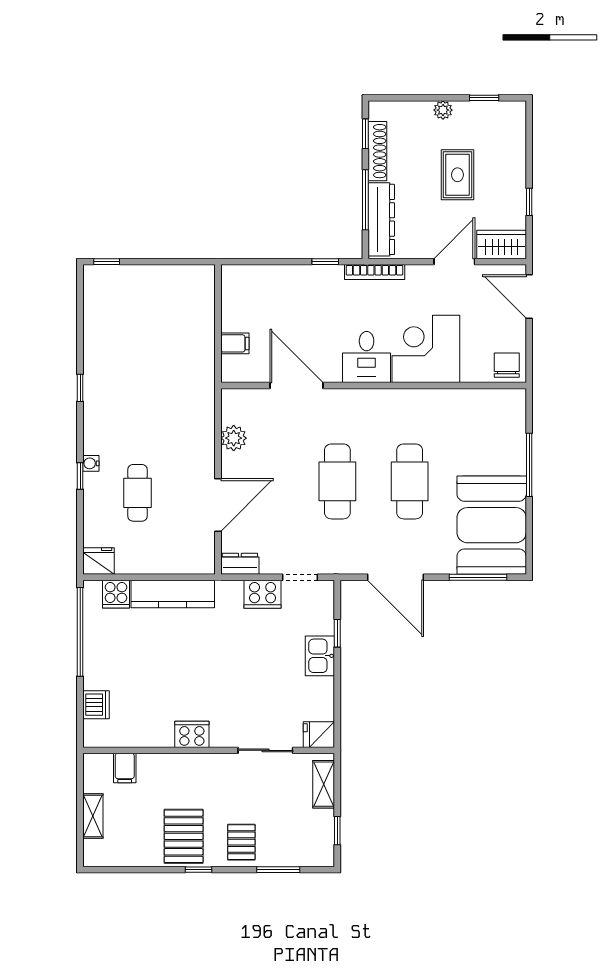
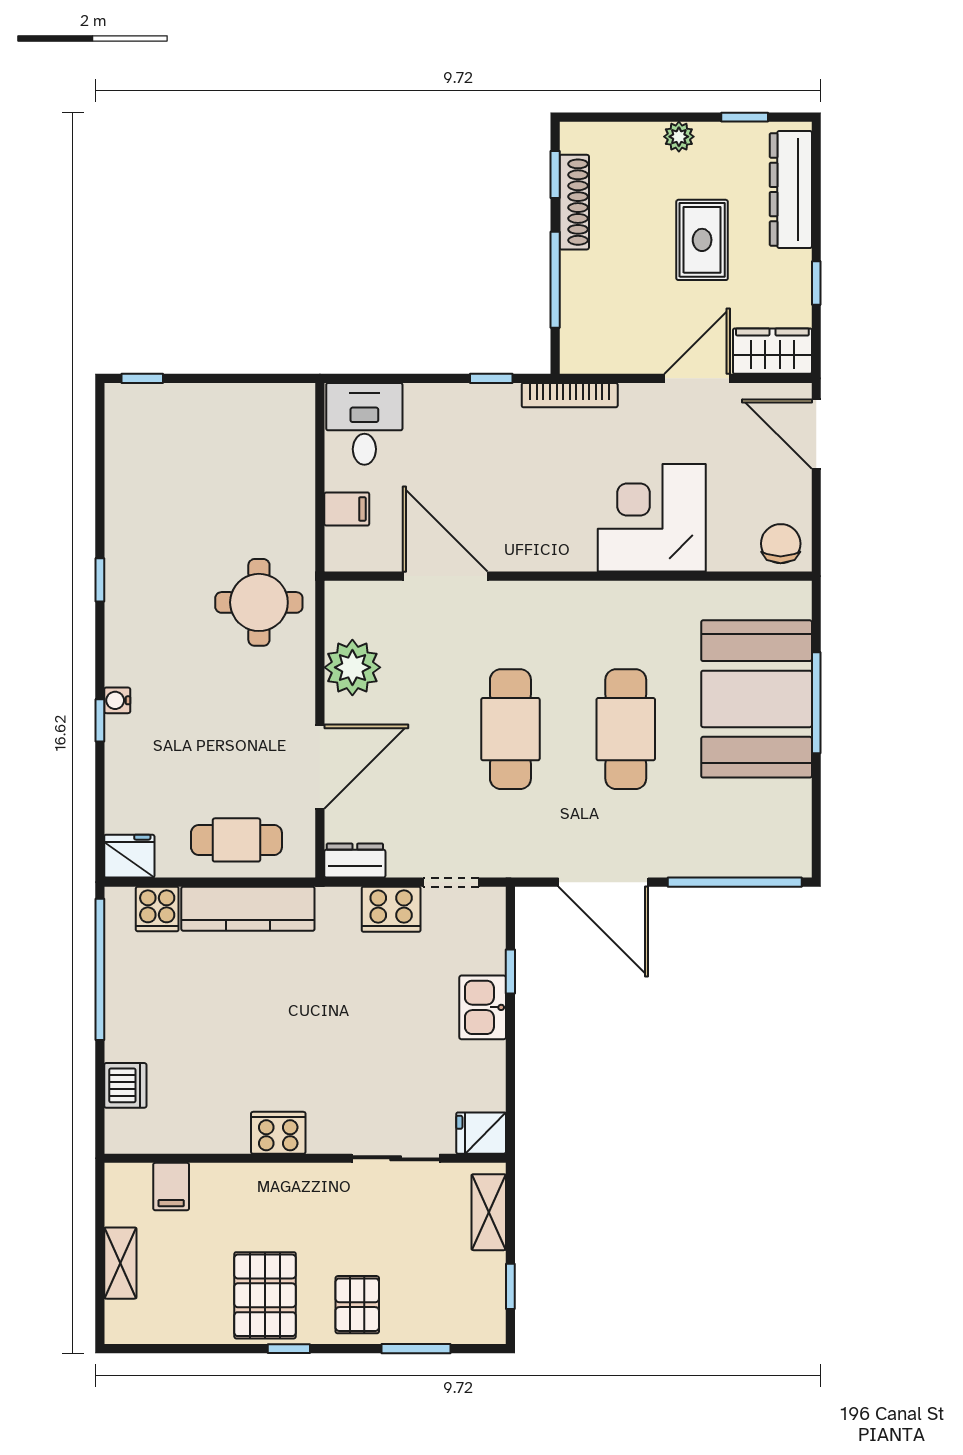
dresser: (381, 219) -> (791, 189), moved, turned 180
desk: (367, 357) -> (364, 424), moved, turned 180
round table: (180, 402) -> (259, 602), added
plant: (234, 438) -> (352, 667), width x1.36, depth x1.36
cafe table: (138, 493) -> (236, 840), moved, turned 90
booth: (492, 525) -> (757, 699), moved
window: (478, 577) -> (735, 882), width x1.46

